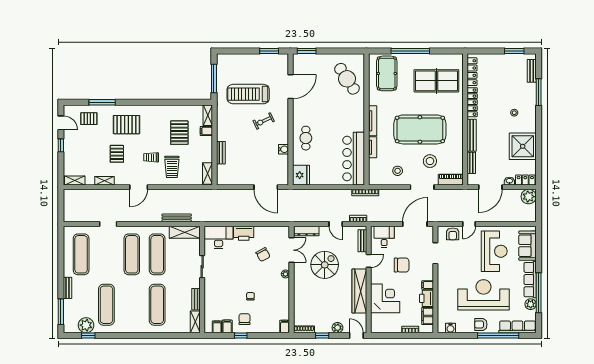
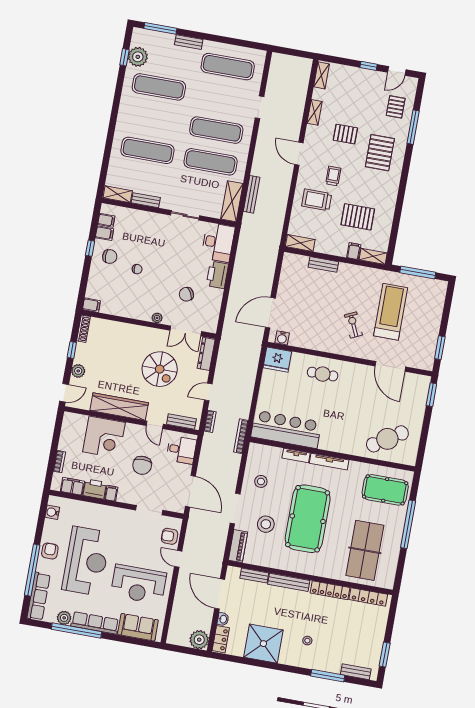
water cooler: (284, 149) -> (282, 338), moved

